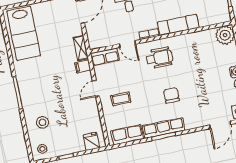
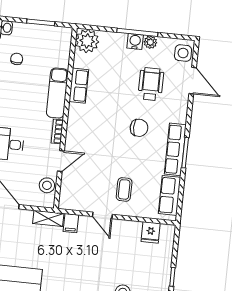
stool: (106, 39) -> (47, 185), added
row of seats: (105, 57) -> (79, 86), moved
wheelchair: (159, 58) -> (151, 84), moved
chair: (171, 95) -> (139, 128), turned 180
fridge: (91, 141) -> (151, 232), moved, turned -90

